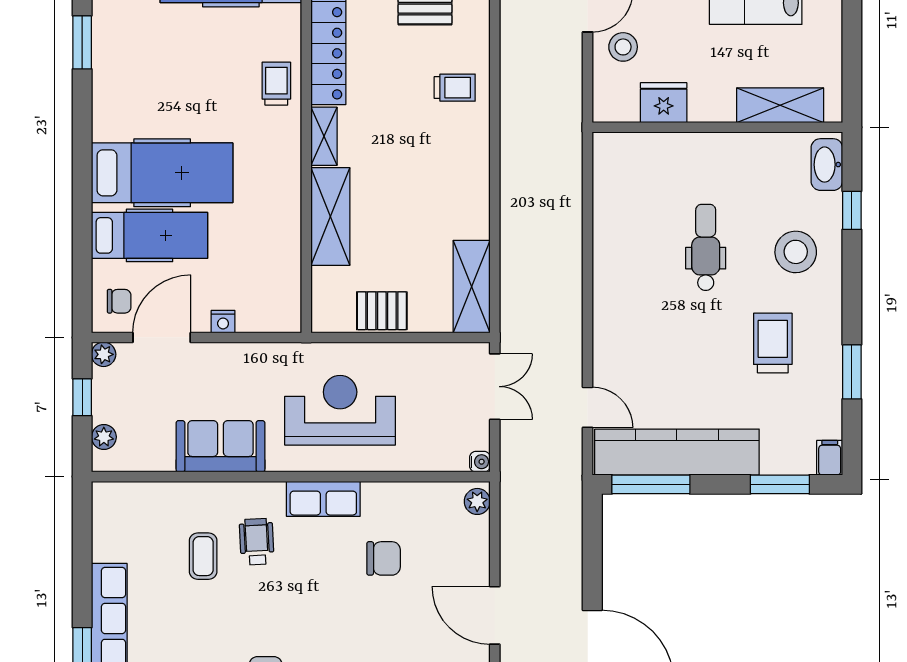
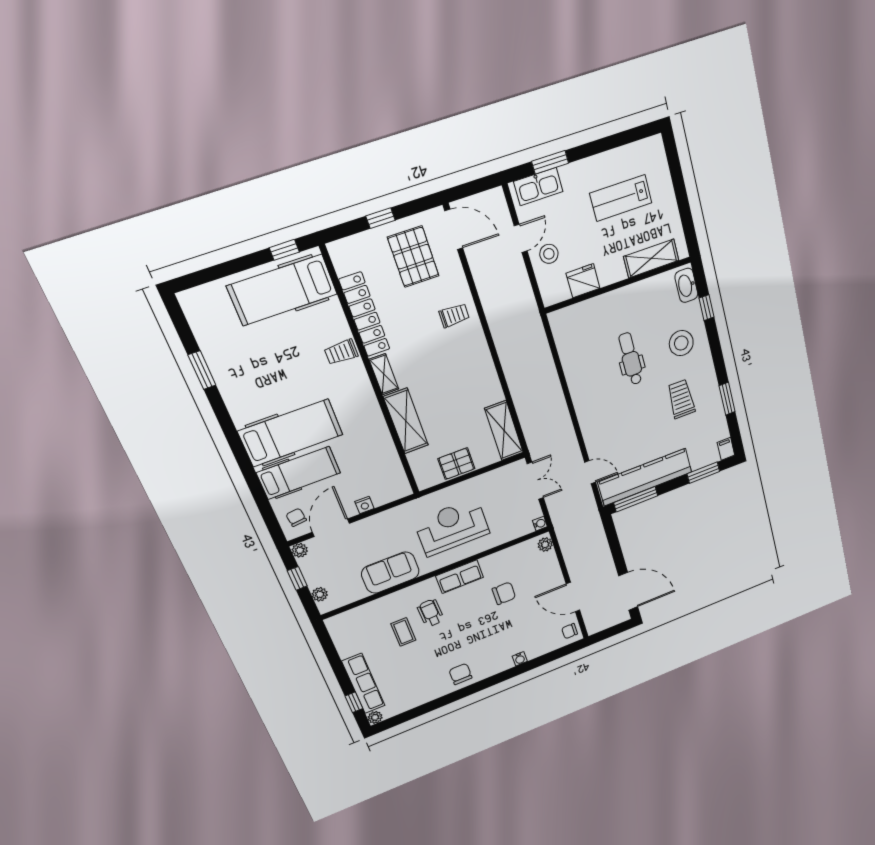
trolley: (276, 84) -> (341, 352), turned -90
chair: (119, 301) -> (296, 517), turned -96

